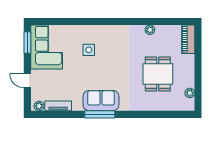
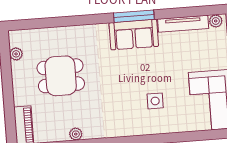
dining table: (158, 74) -> (61, 76), turned 90
tv unit: (58, 106) -> (183, 24), width x1.41

